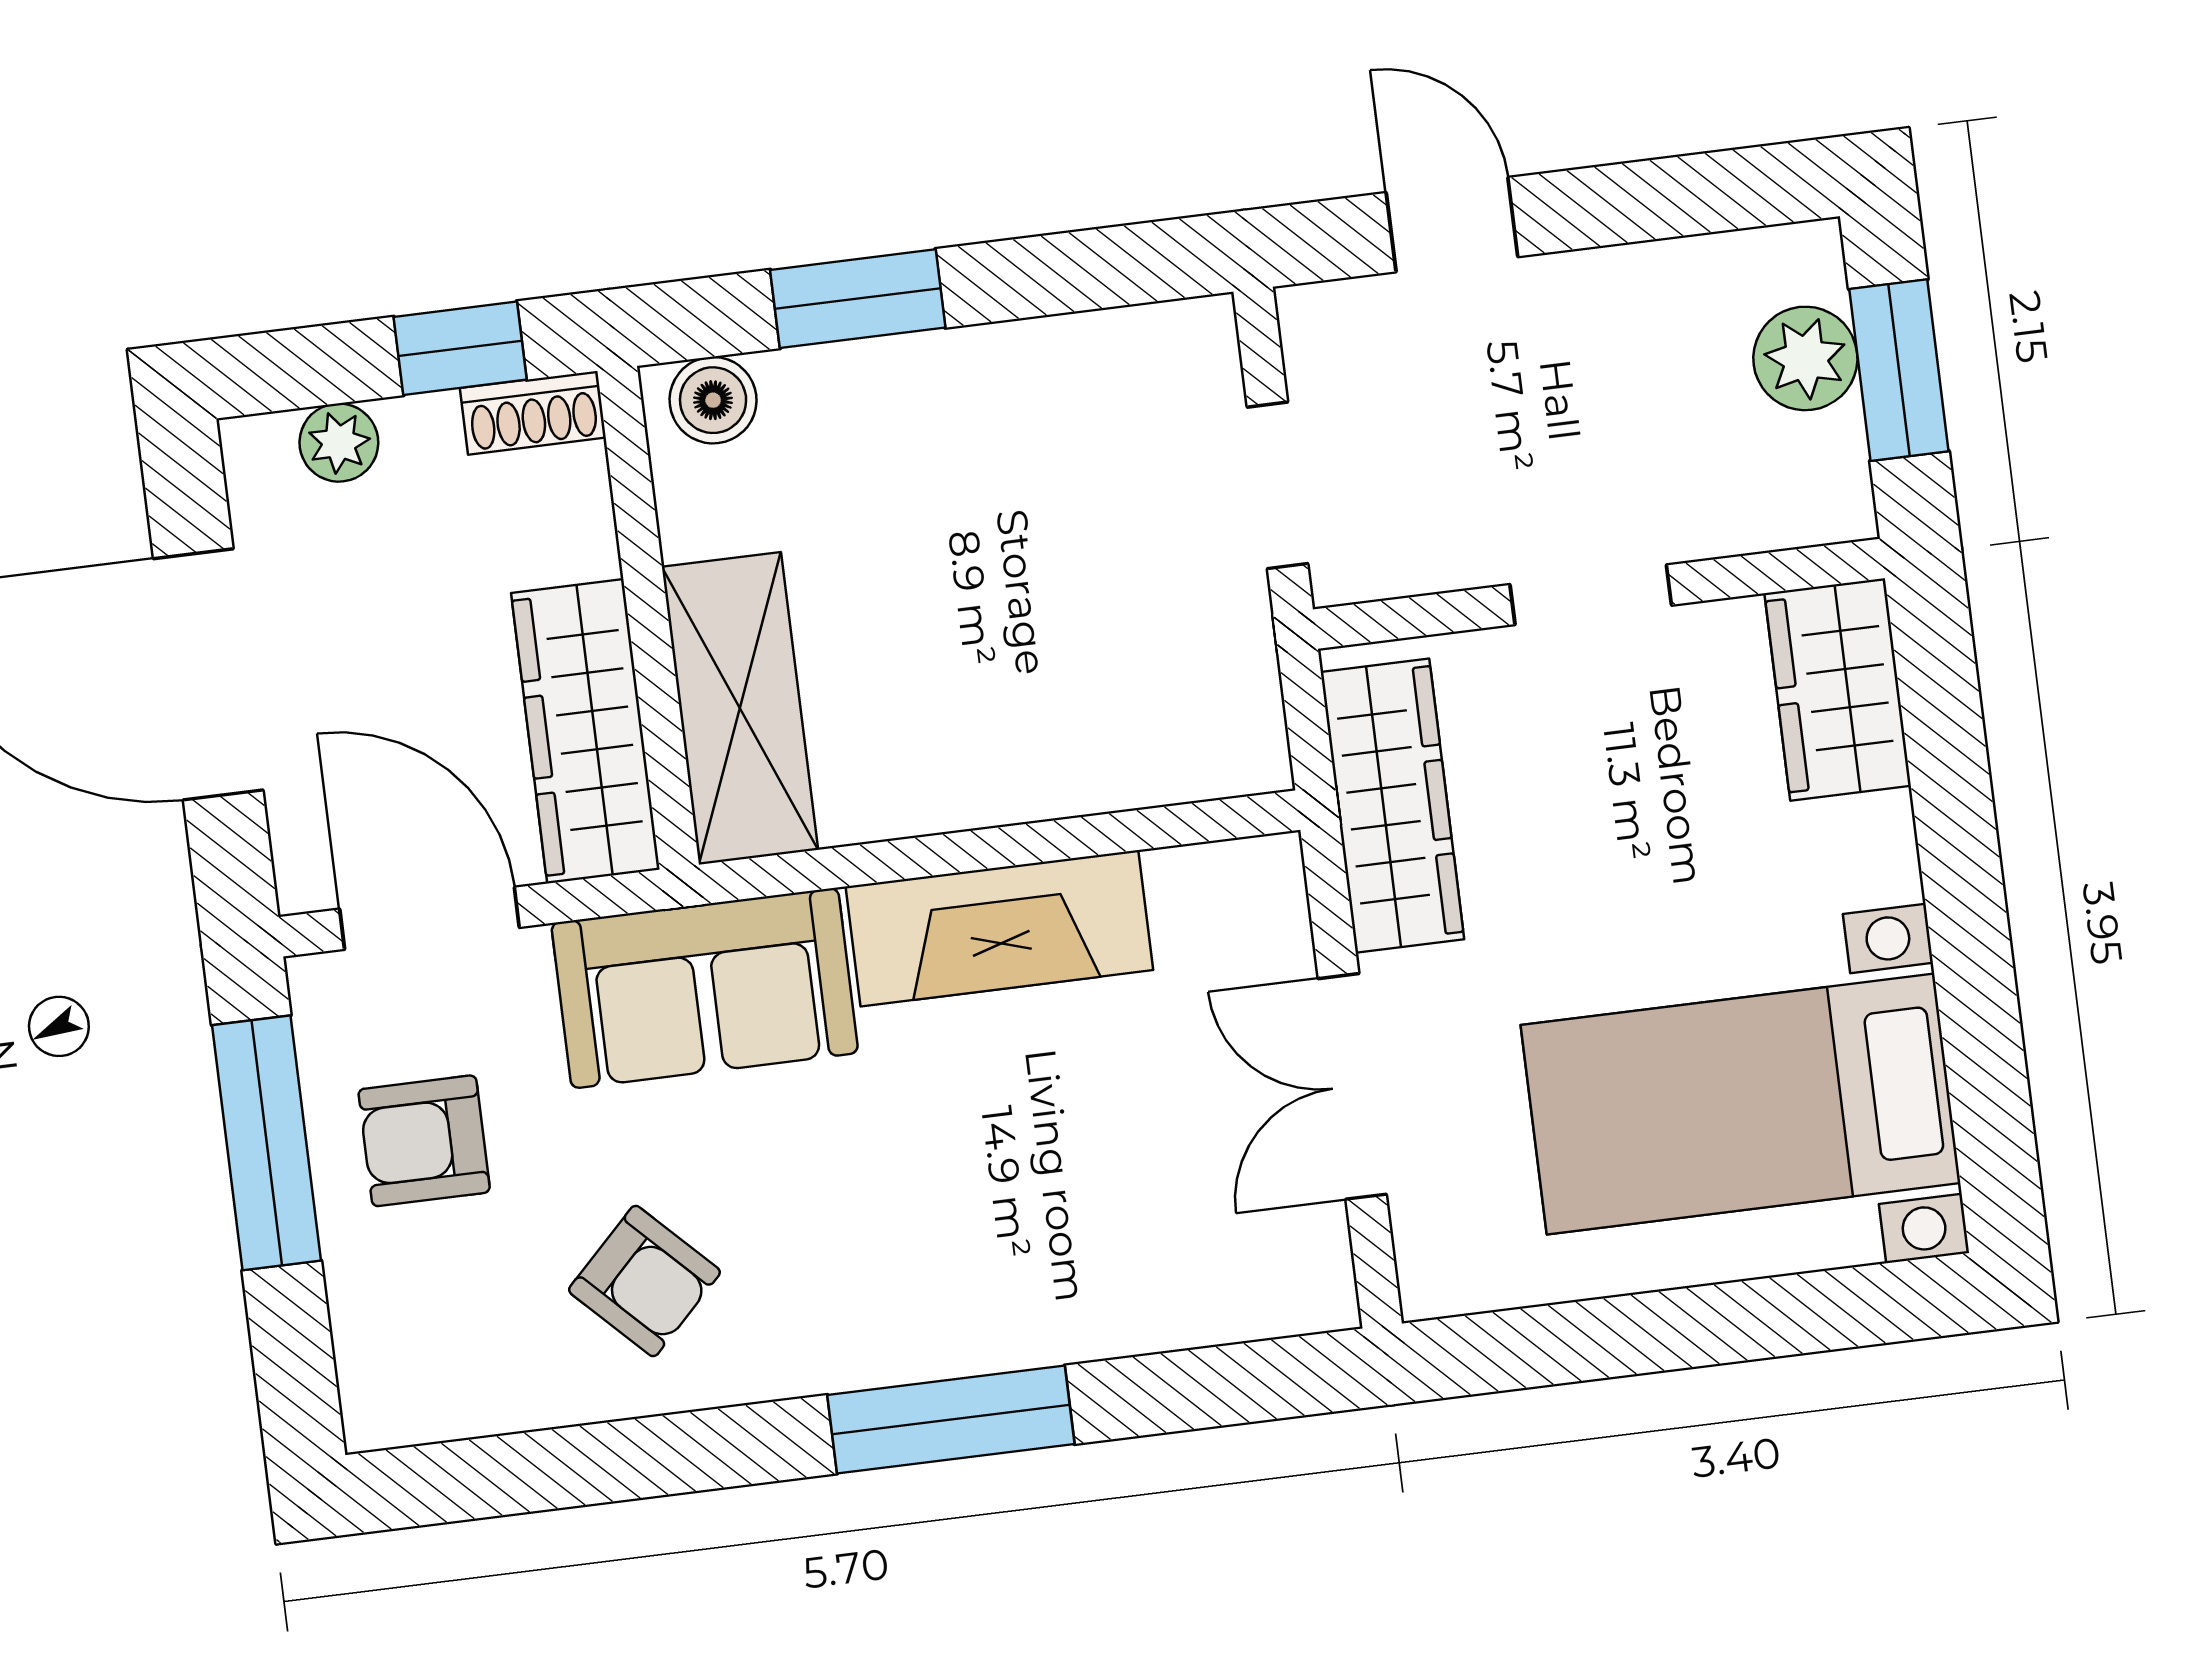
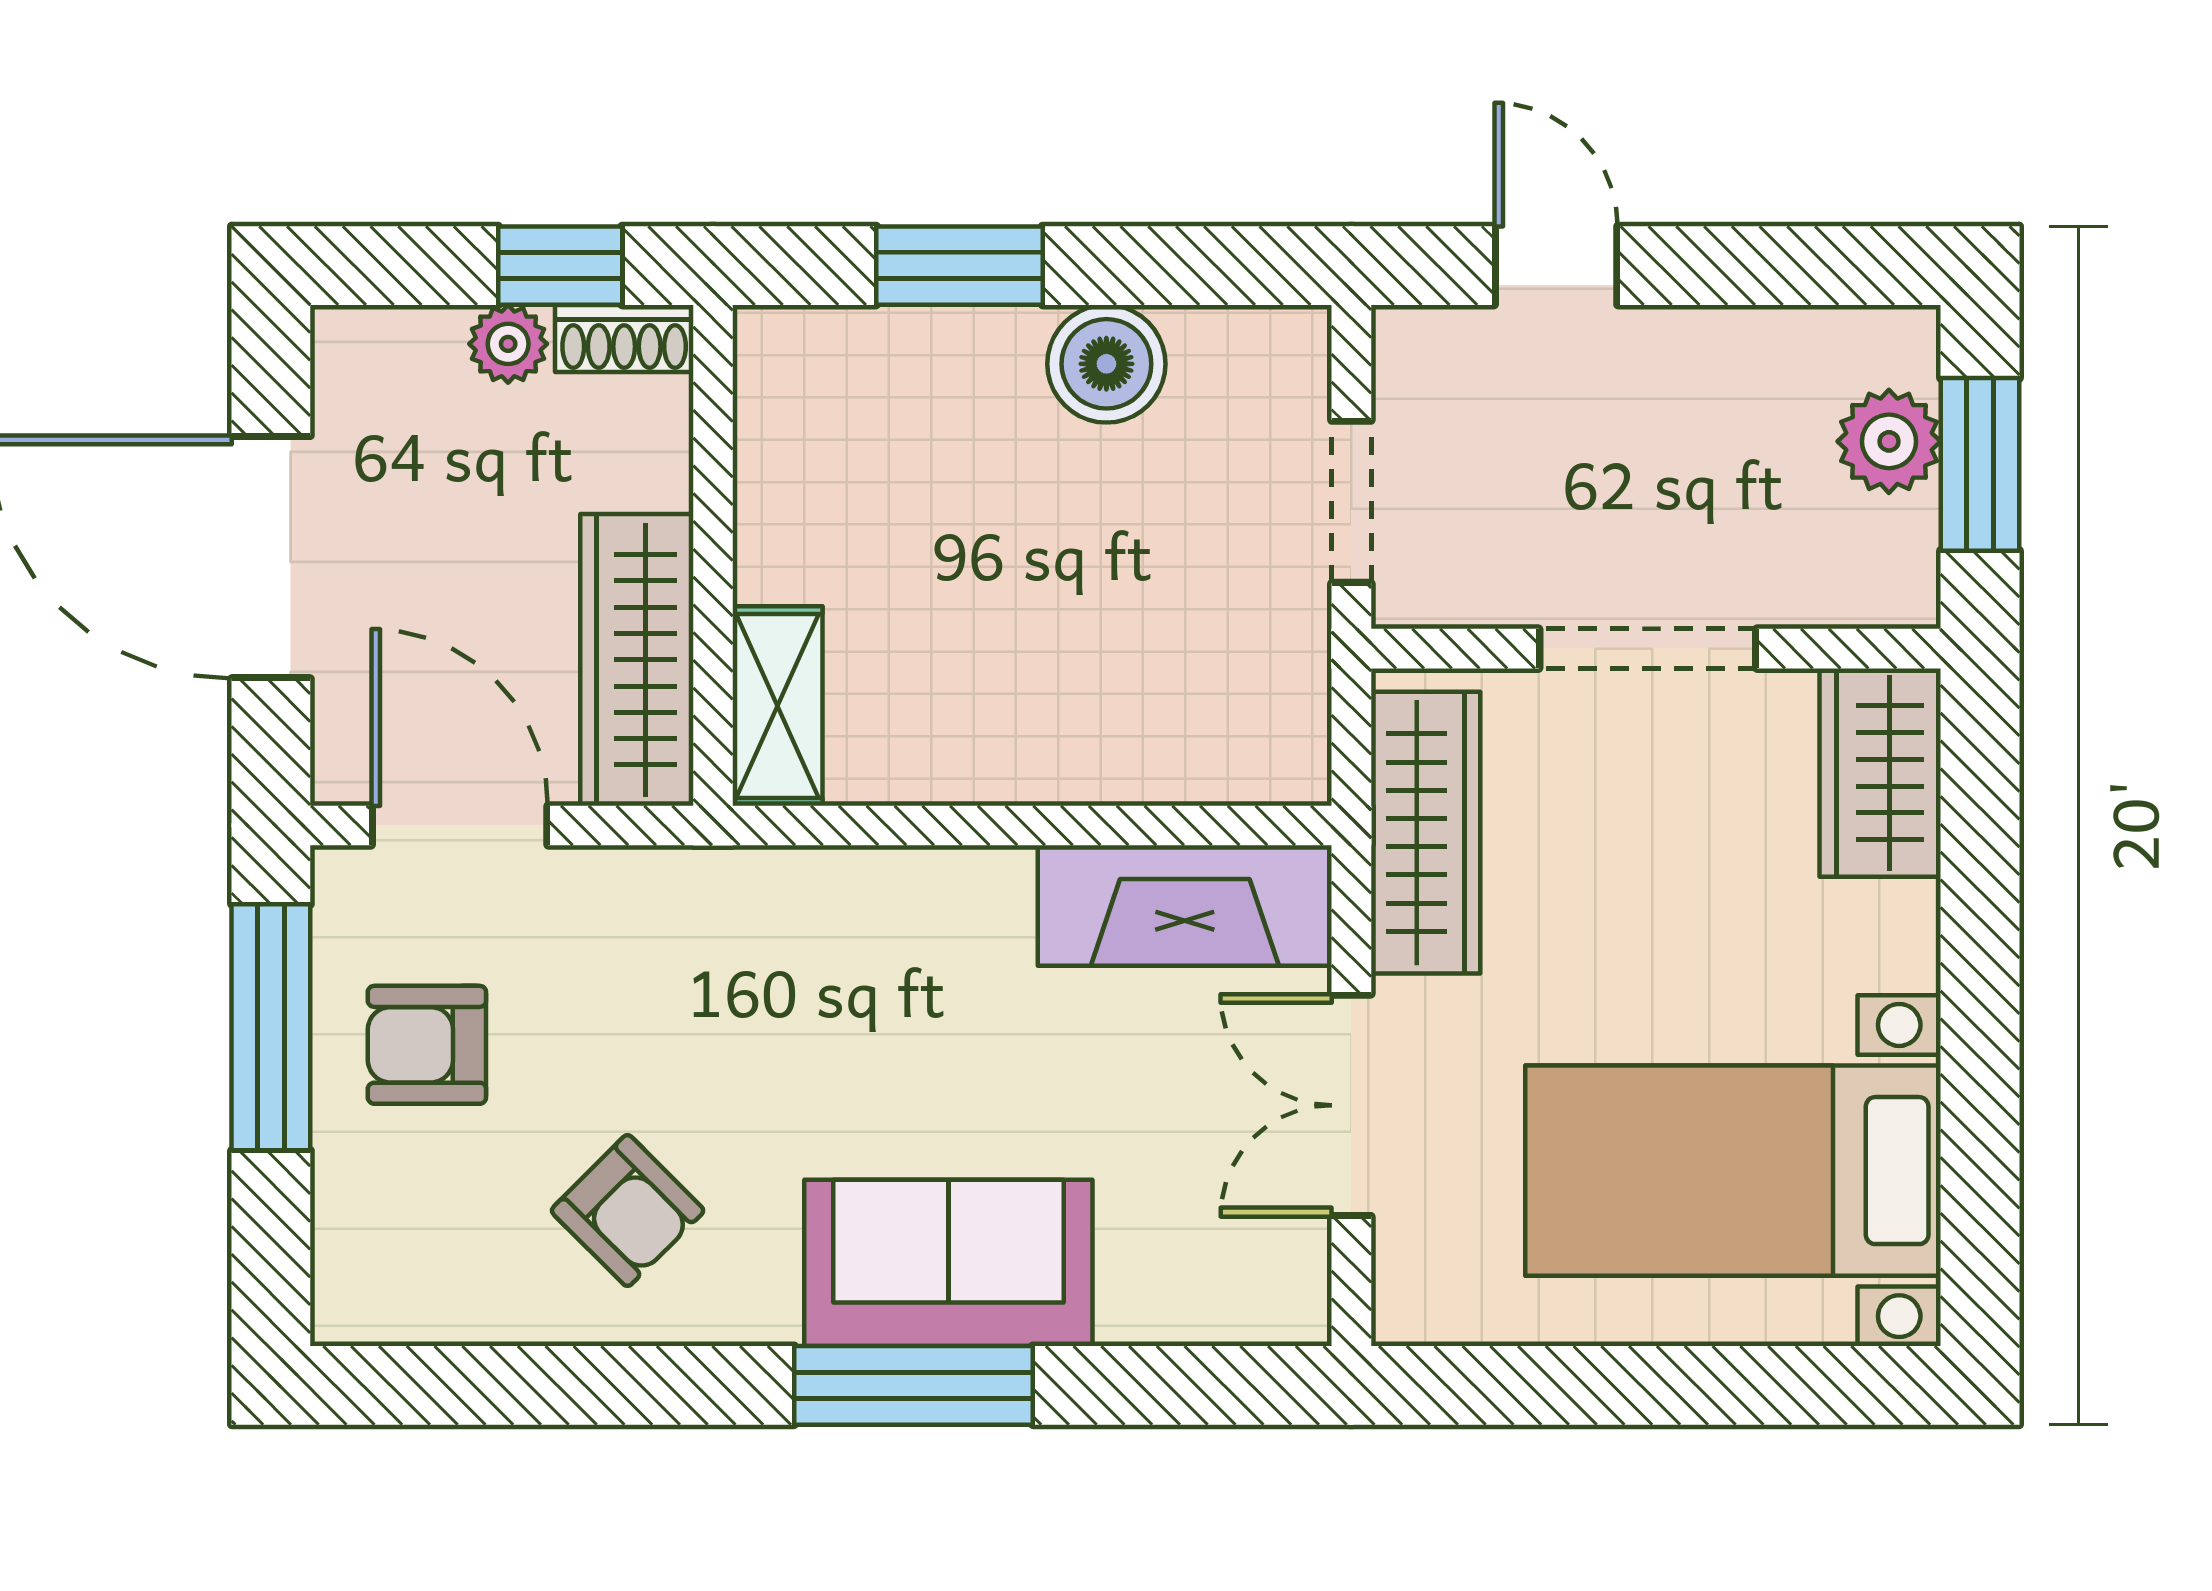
boiler: (713, 400) -> (1106, 364), moved, width x1.36, depth x1.36
plant: (339, 443) -> (508, 344), moved
doorway: (1591, 595) -> (1648, 649), width x1.38
shelving: (740, 708) -> (777, 706), width x0.67, depth x0.75
fireplace: (999, 928) -> (1185, 906), moved
sofa: (705, 988) -> (948, 1263), moved, turned 180

